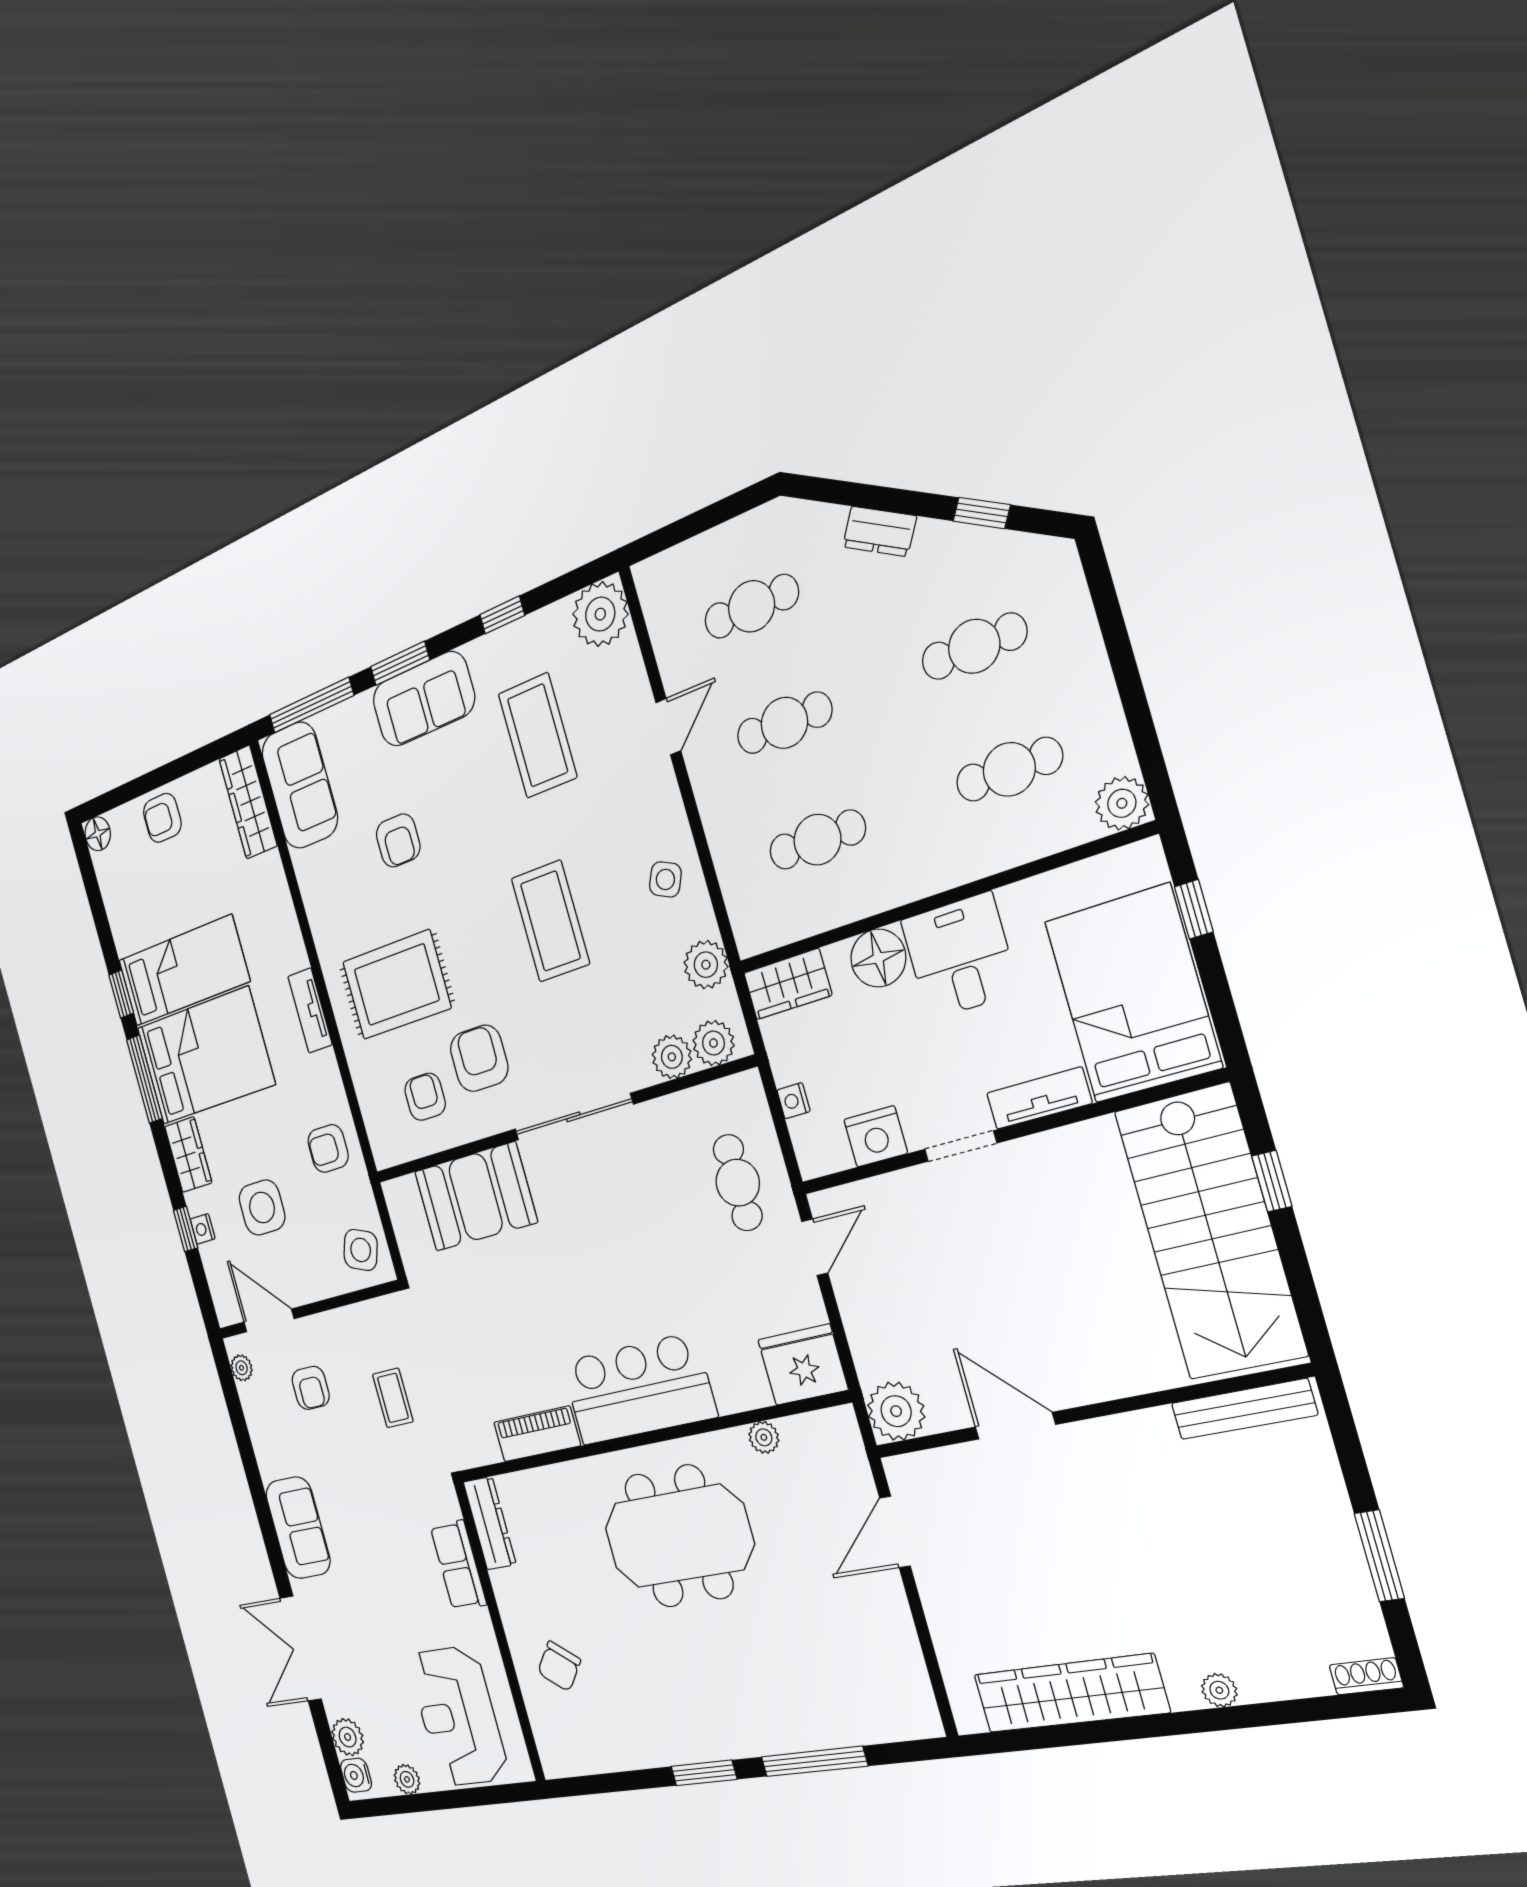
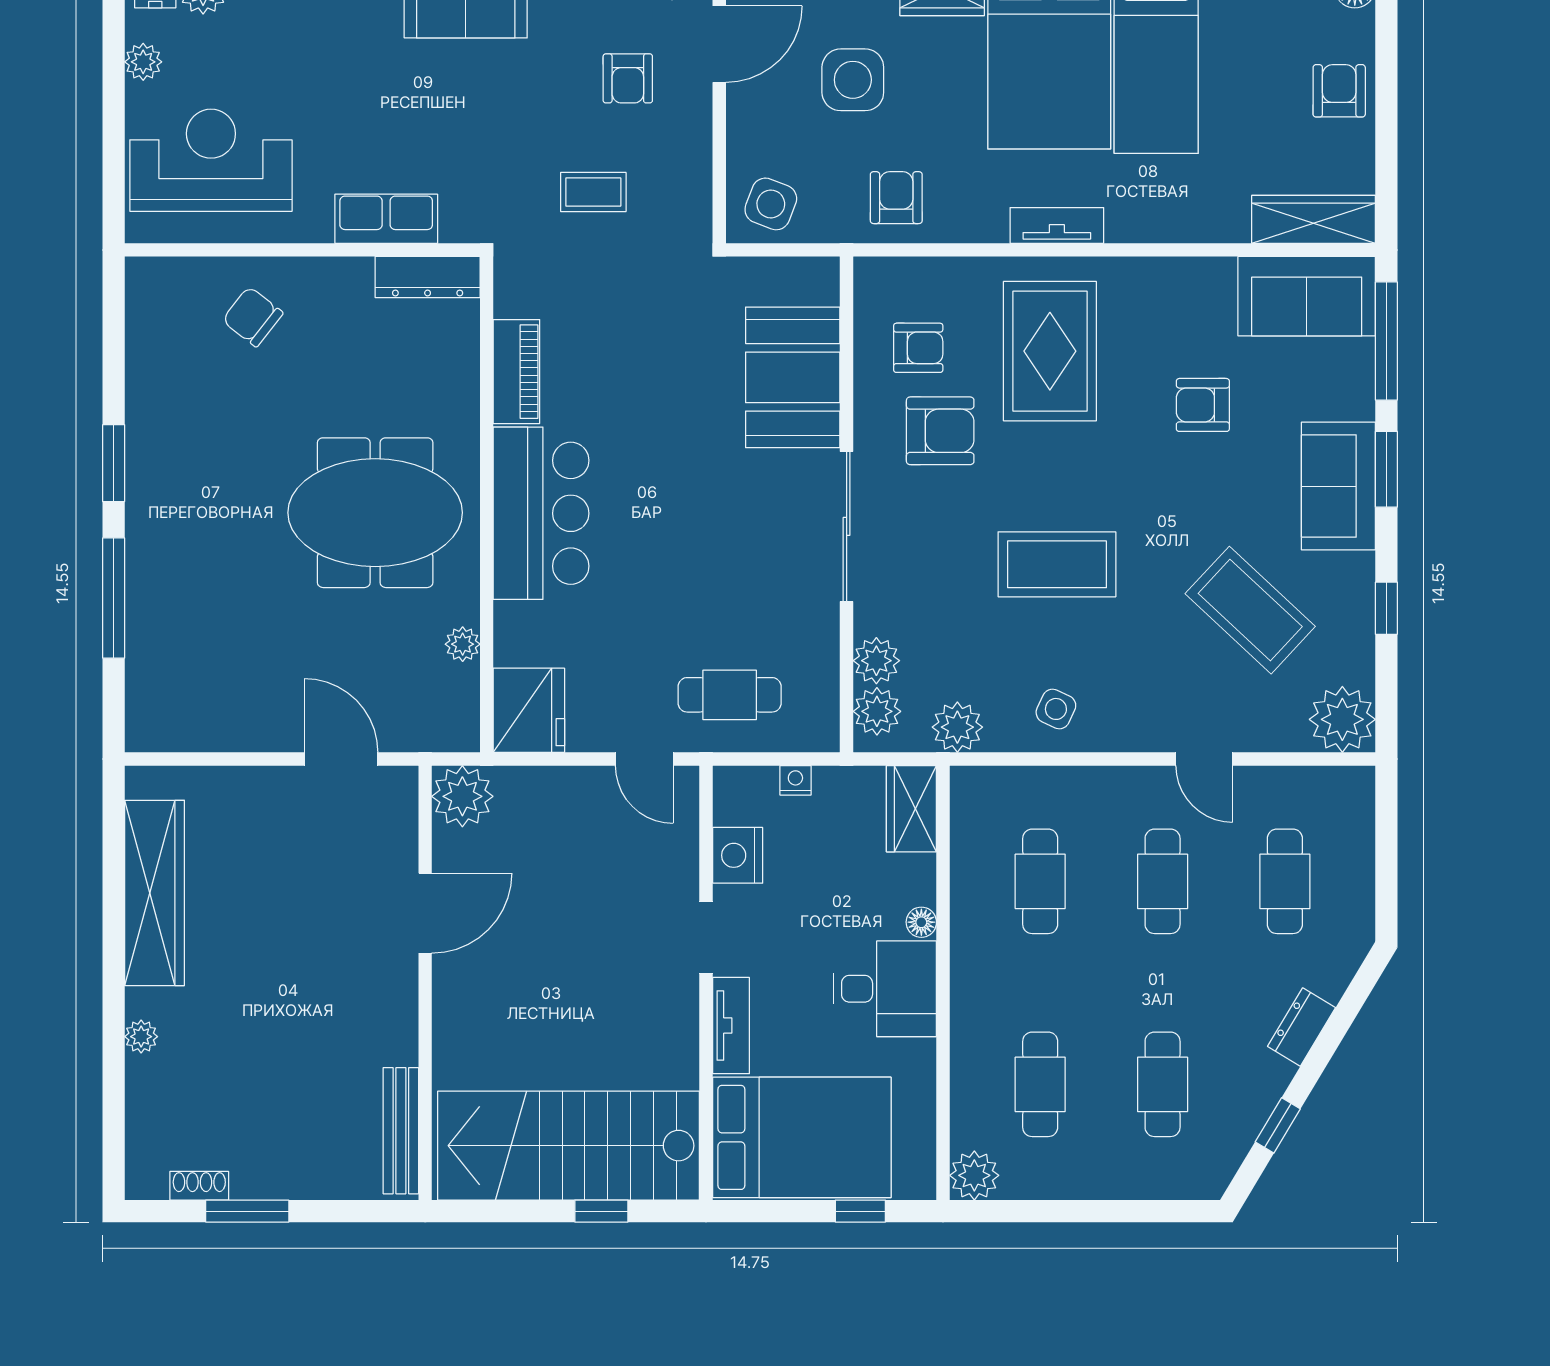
coffee table: (538, 735) -> (1250, 610), turned 43
floor lamp: (878, 958) -> (921, 922), width x0.53, depth x0.53
armchair: (311, 1388) -> (628, 78), turned -90
meeting table: (679, 1536) -> (375, 513), turned 90
shoe rack: (1366, 1676) -> (199, 1186), moved, turned -90

